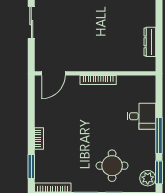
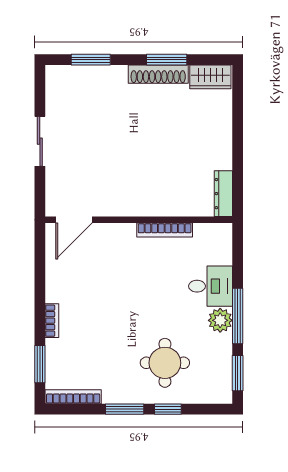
dresser: (150, 42) -> (223, 194), moved
bookcase: (98, 80) -> (165, 230), moved
plant: (148, 178) -> (220, 320), moved

